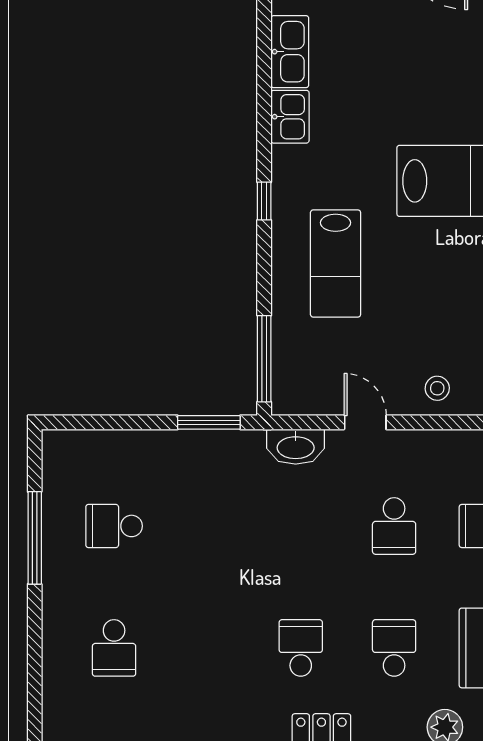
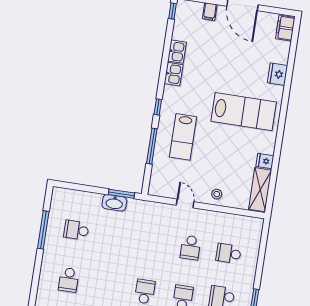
kitchen sink: (290, 52) -> (177, 52), width x0.73
window: (264, 359) -> (152, 146), moved
washbasin: (296, 447) -> (114, 203), moved

